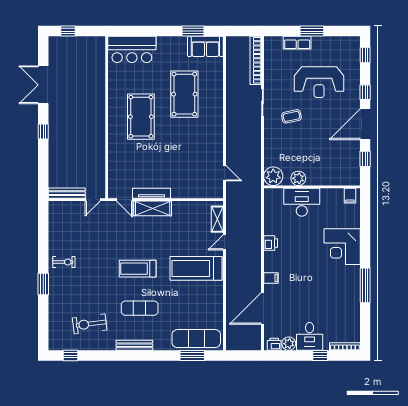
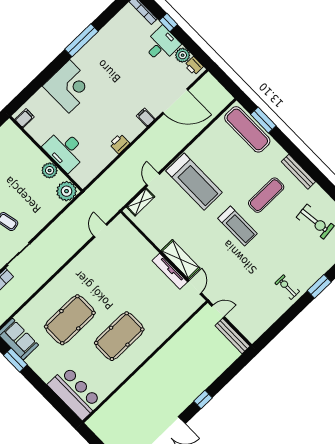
door: (224, 242) -> (153, 179), swing flipped
exercise mat: (140, 308) -> (266, 195), turned 90

